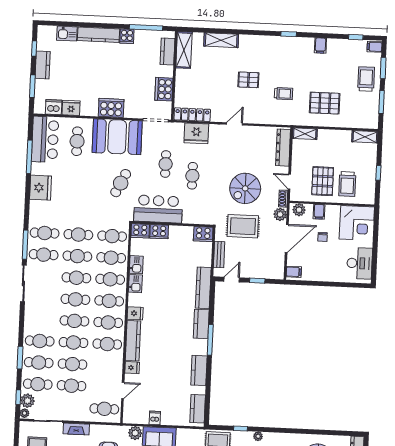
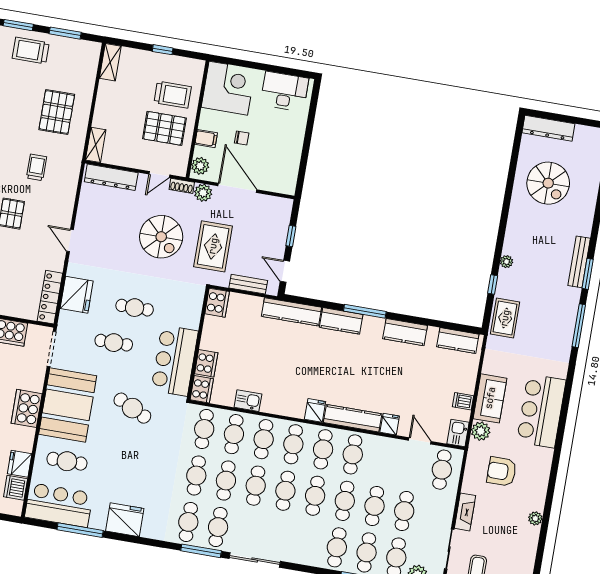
filing cabinet: (294, 272) -> (285, 184), removed
kitchen sink: (135, 284) -> (458, 433), moved, turned -90

